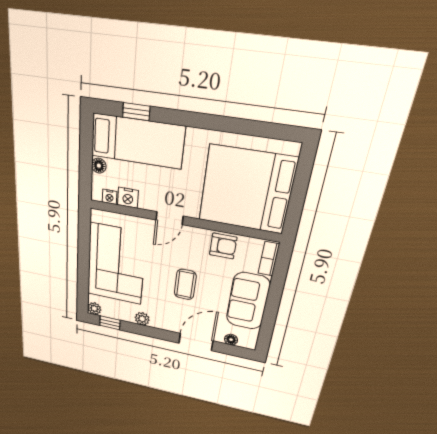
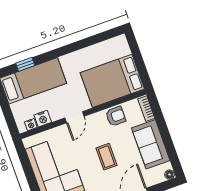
floor lamp: (99, 166) -> (16, 108), removed
bed: (247, 190) -> (112, 81), width x0.73
floor lamp: (231, 340) -> (170, 175), moved

